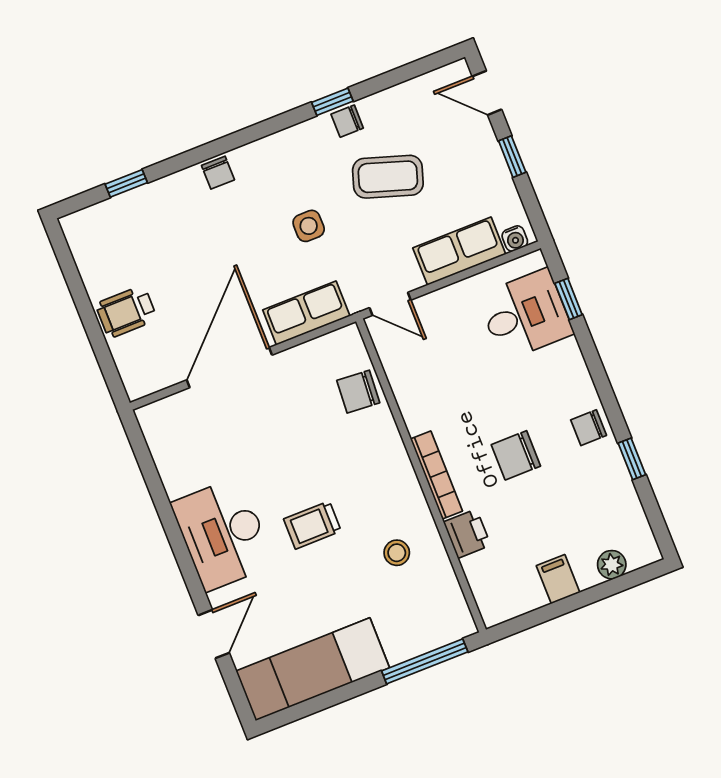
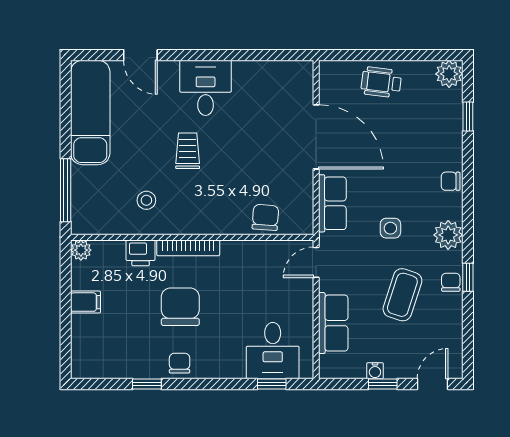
plant: (288, 148) -> (448, 235), added
plant: (81, 229) -> (449, 74), added
water cooler: (515, 239) -> (375, 371), moved, turned -90
wheelchair: (126, 312) -> (381, 82), turned -83
chair: (516, 455) -> (180, 307), width x1.37, depth x1.37
desk: (223, 534) -> (206, 88), width x0.73
plant: (612, 565) -> (81, 250), moved

